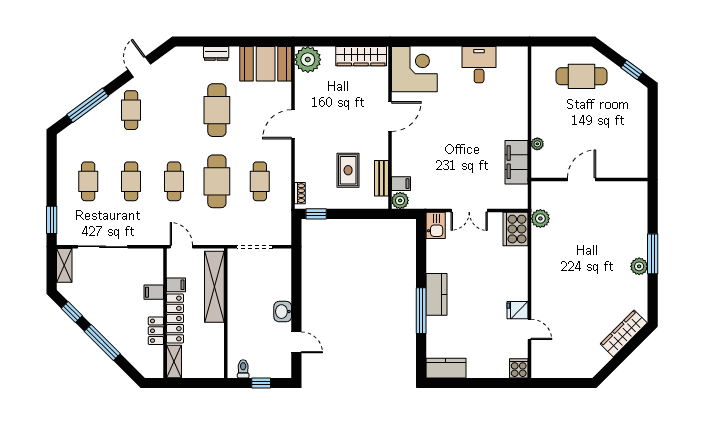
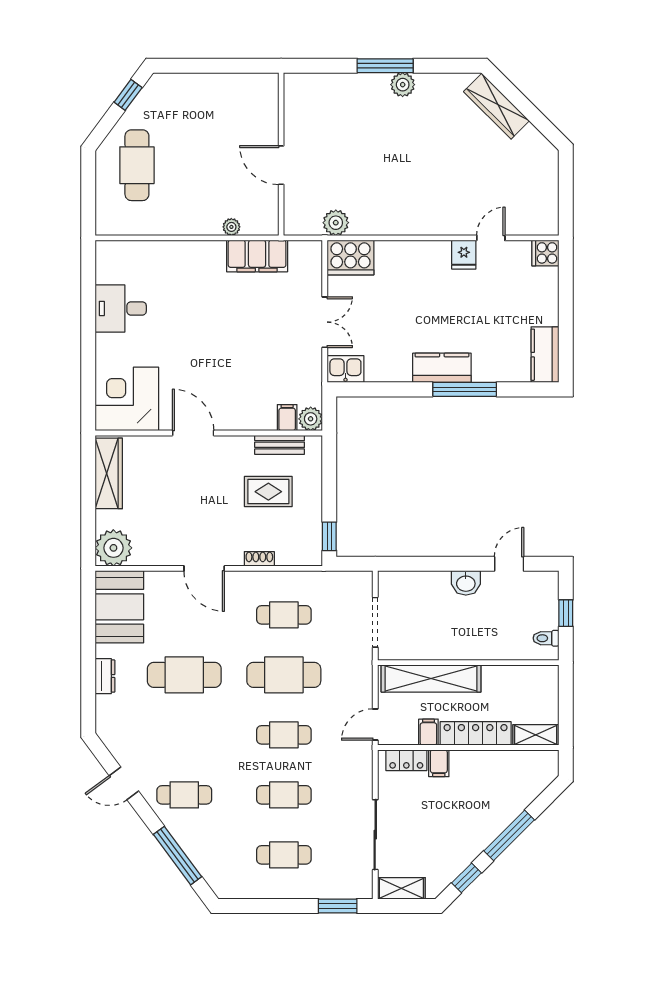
shoe rack: (300, 193) -> (259, 559), moved
locker: (156, 331) -> (406, 760), moved

